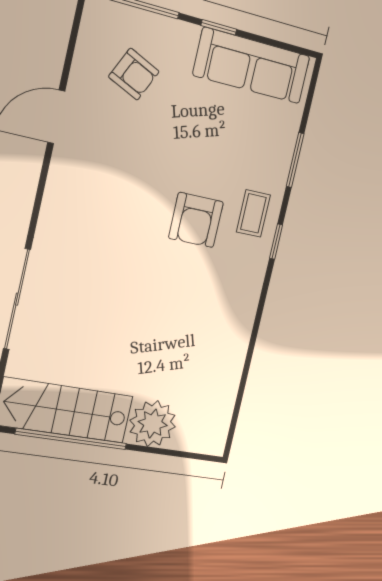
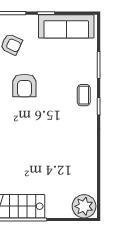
armchair: (196, 220) -> (24, 85), moved
plant: (153, 424) -> (84, 206), moved

